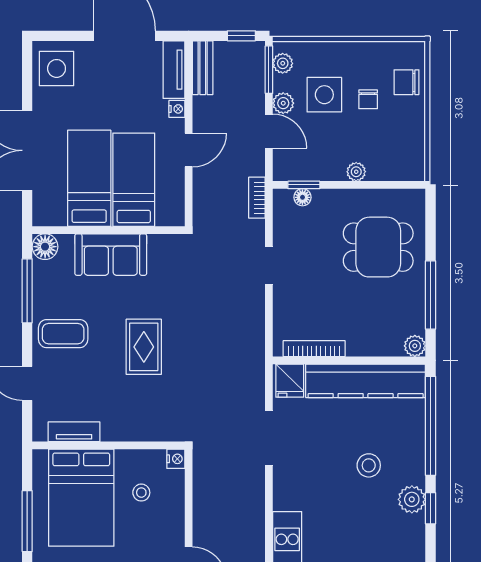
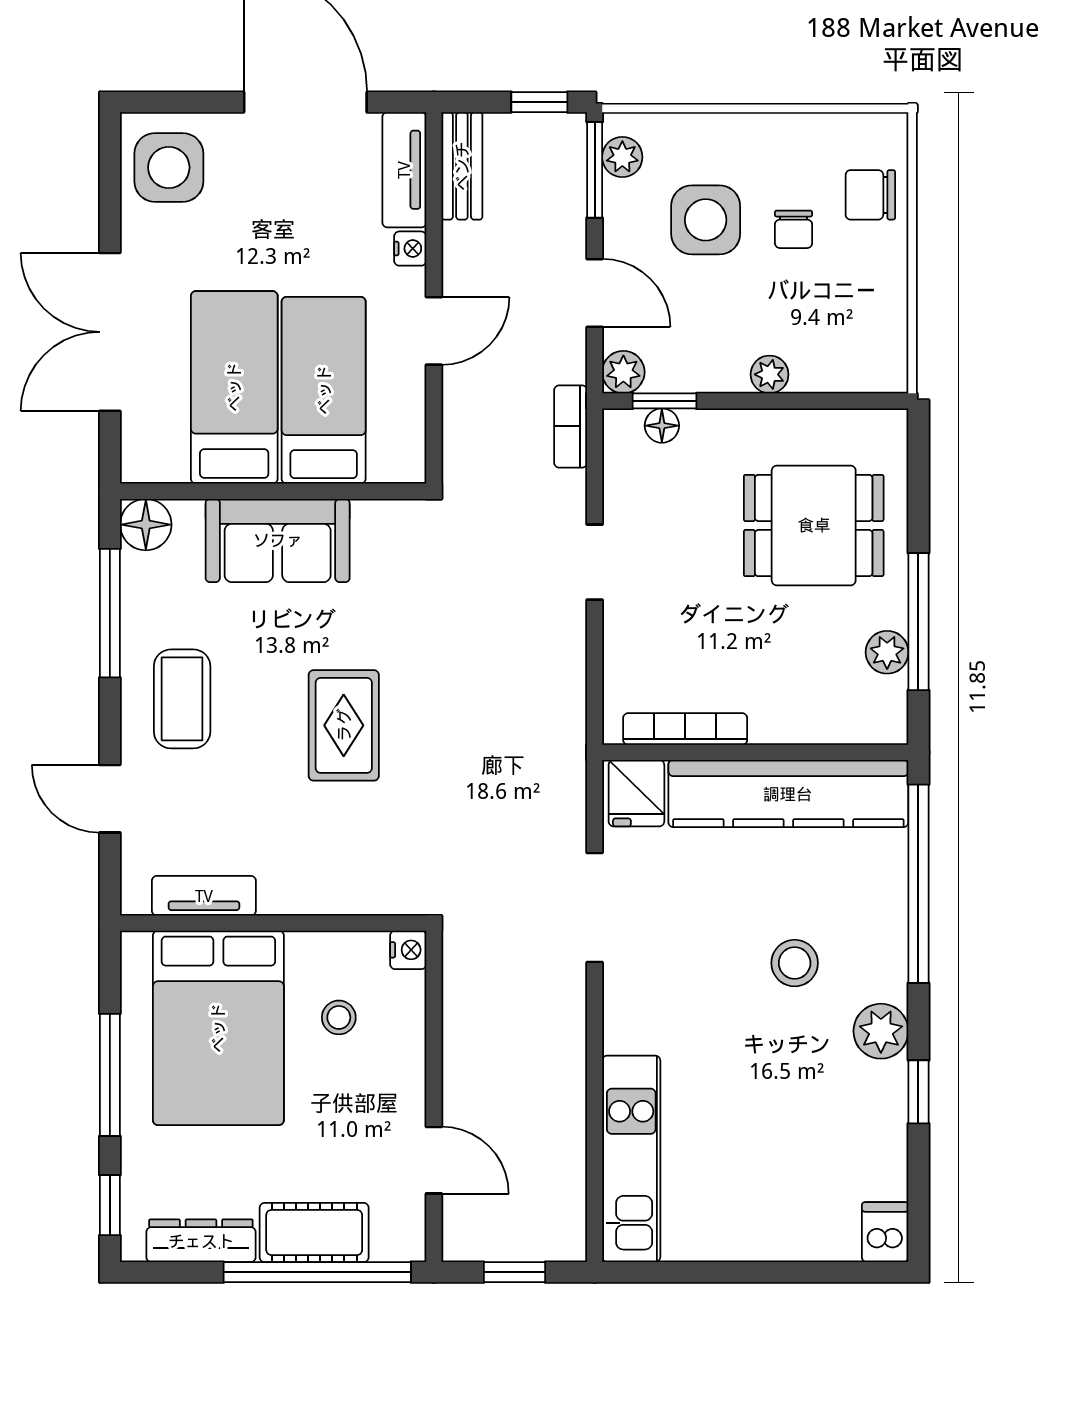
plant: (283, 103) -> (623, 372), moved
coffee table: (63, 334) -> (182, 699), turned 90
plant: (415, 346) -> (887, 652), moved
window: (430, 508) -> (918, 1092), moved

